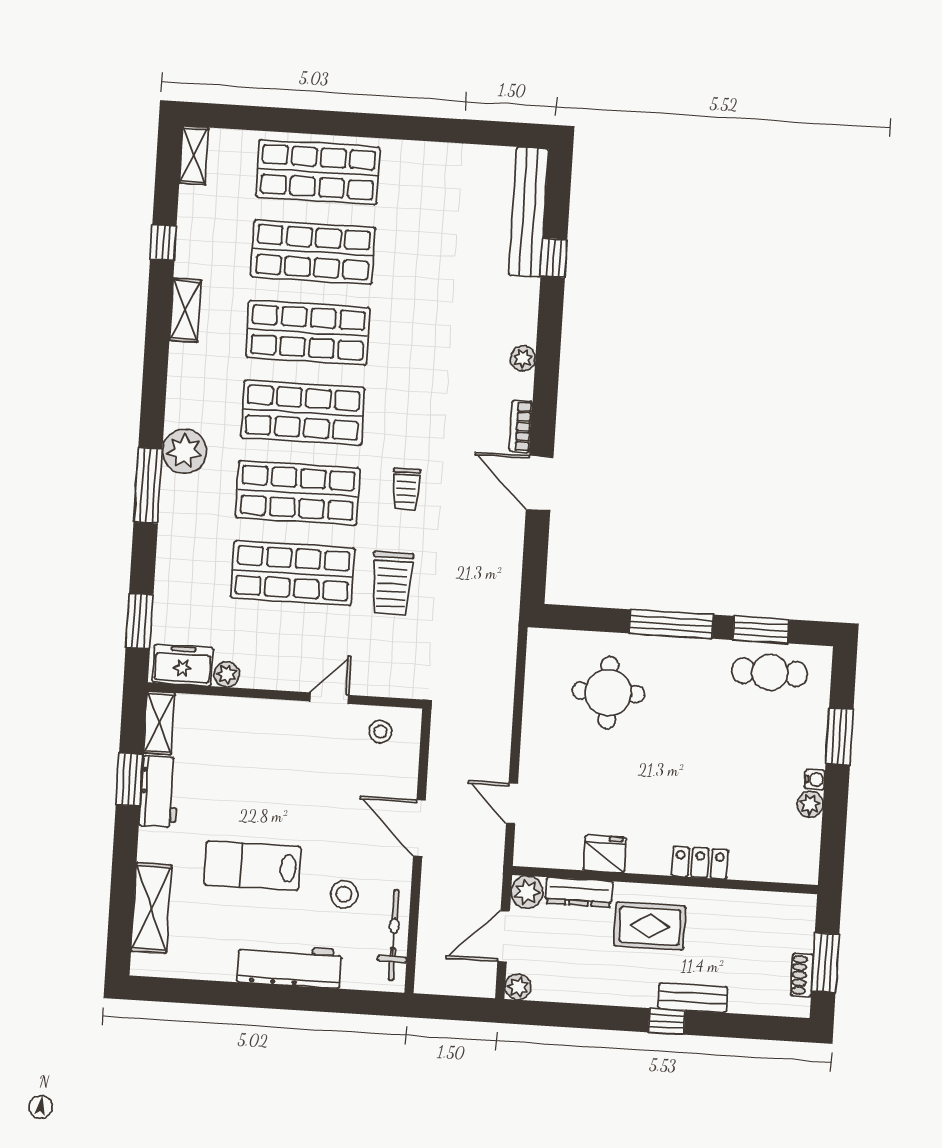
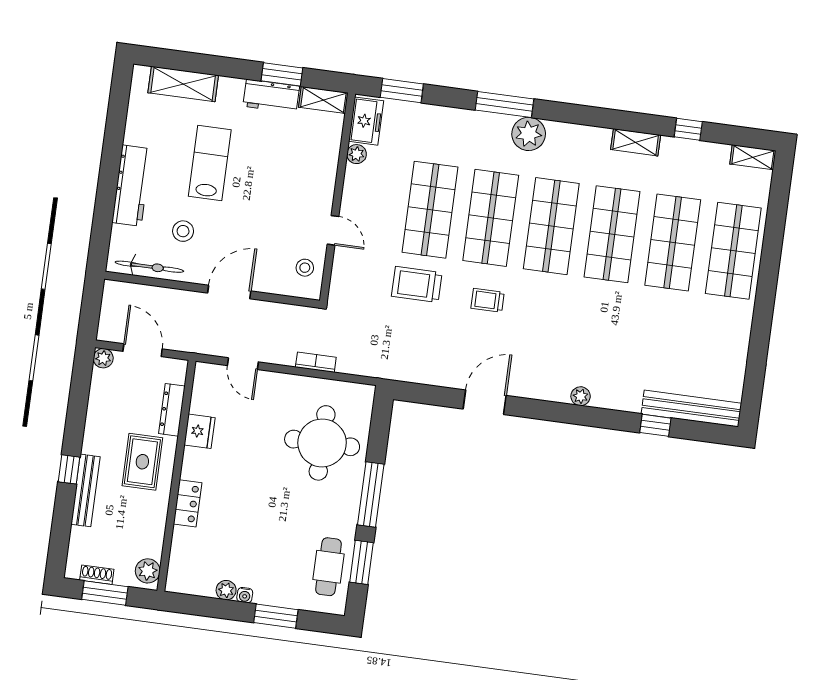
bookcase: (521, 427) -> (316, 362), moved
round table: (608, 692) -> (322, 443), width x1.36, depth x1.36
door: (512, 804) -> (243, 364), swing flipped
plant: (527, 892) -> (148, 571), moved
bench: (693, 998) -> (85, 490), width x1.36

